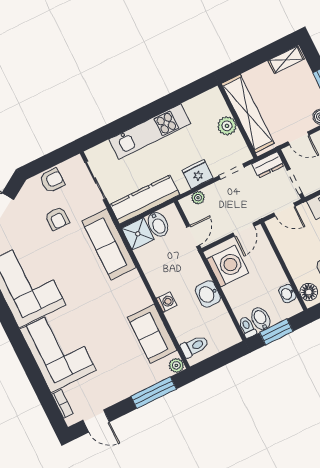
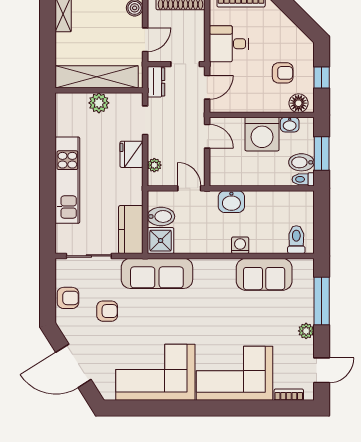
armchair: (52, 180) -> (68, 298), turned 90
kitchen counter: (145, 200) -> (131, 230), width x0.67
washing machine: (228, 266) -> (262, 134), moved, turned 180
washbasin: (208, 294) -> (231, 202), moved
plant: (176, 365) -> (306, 331), moved

